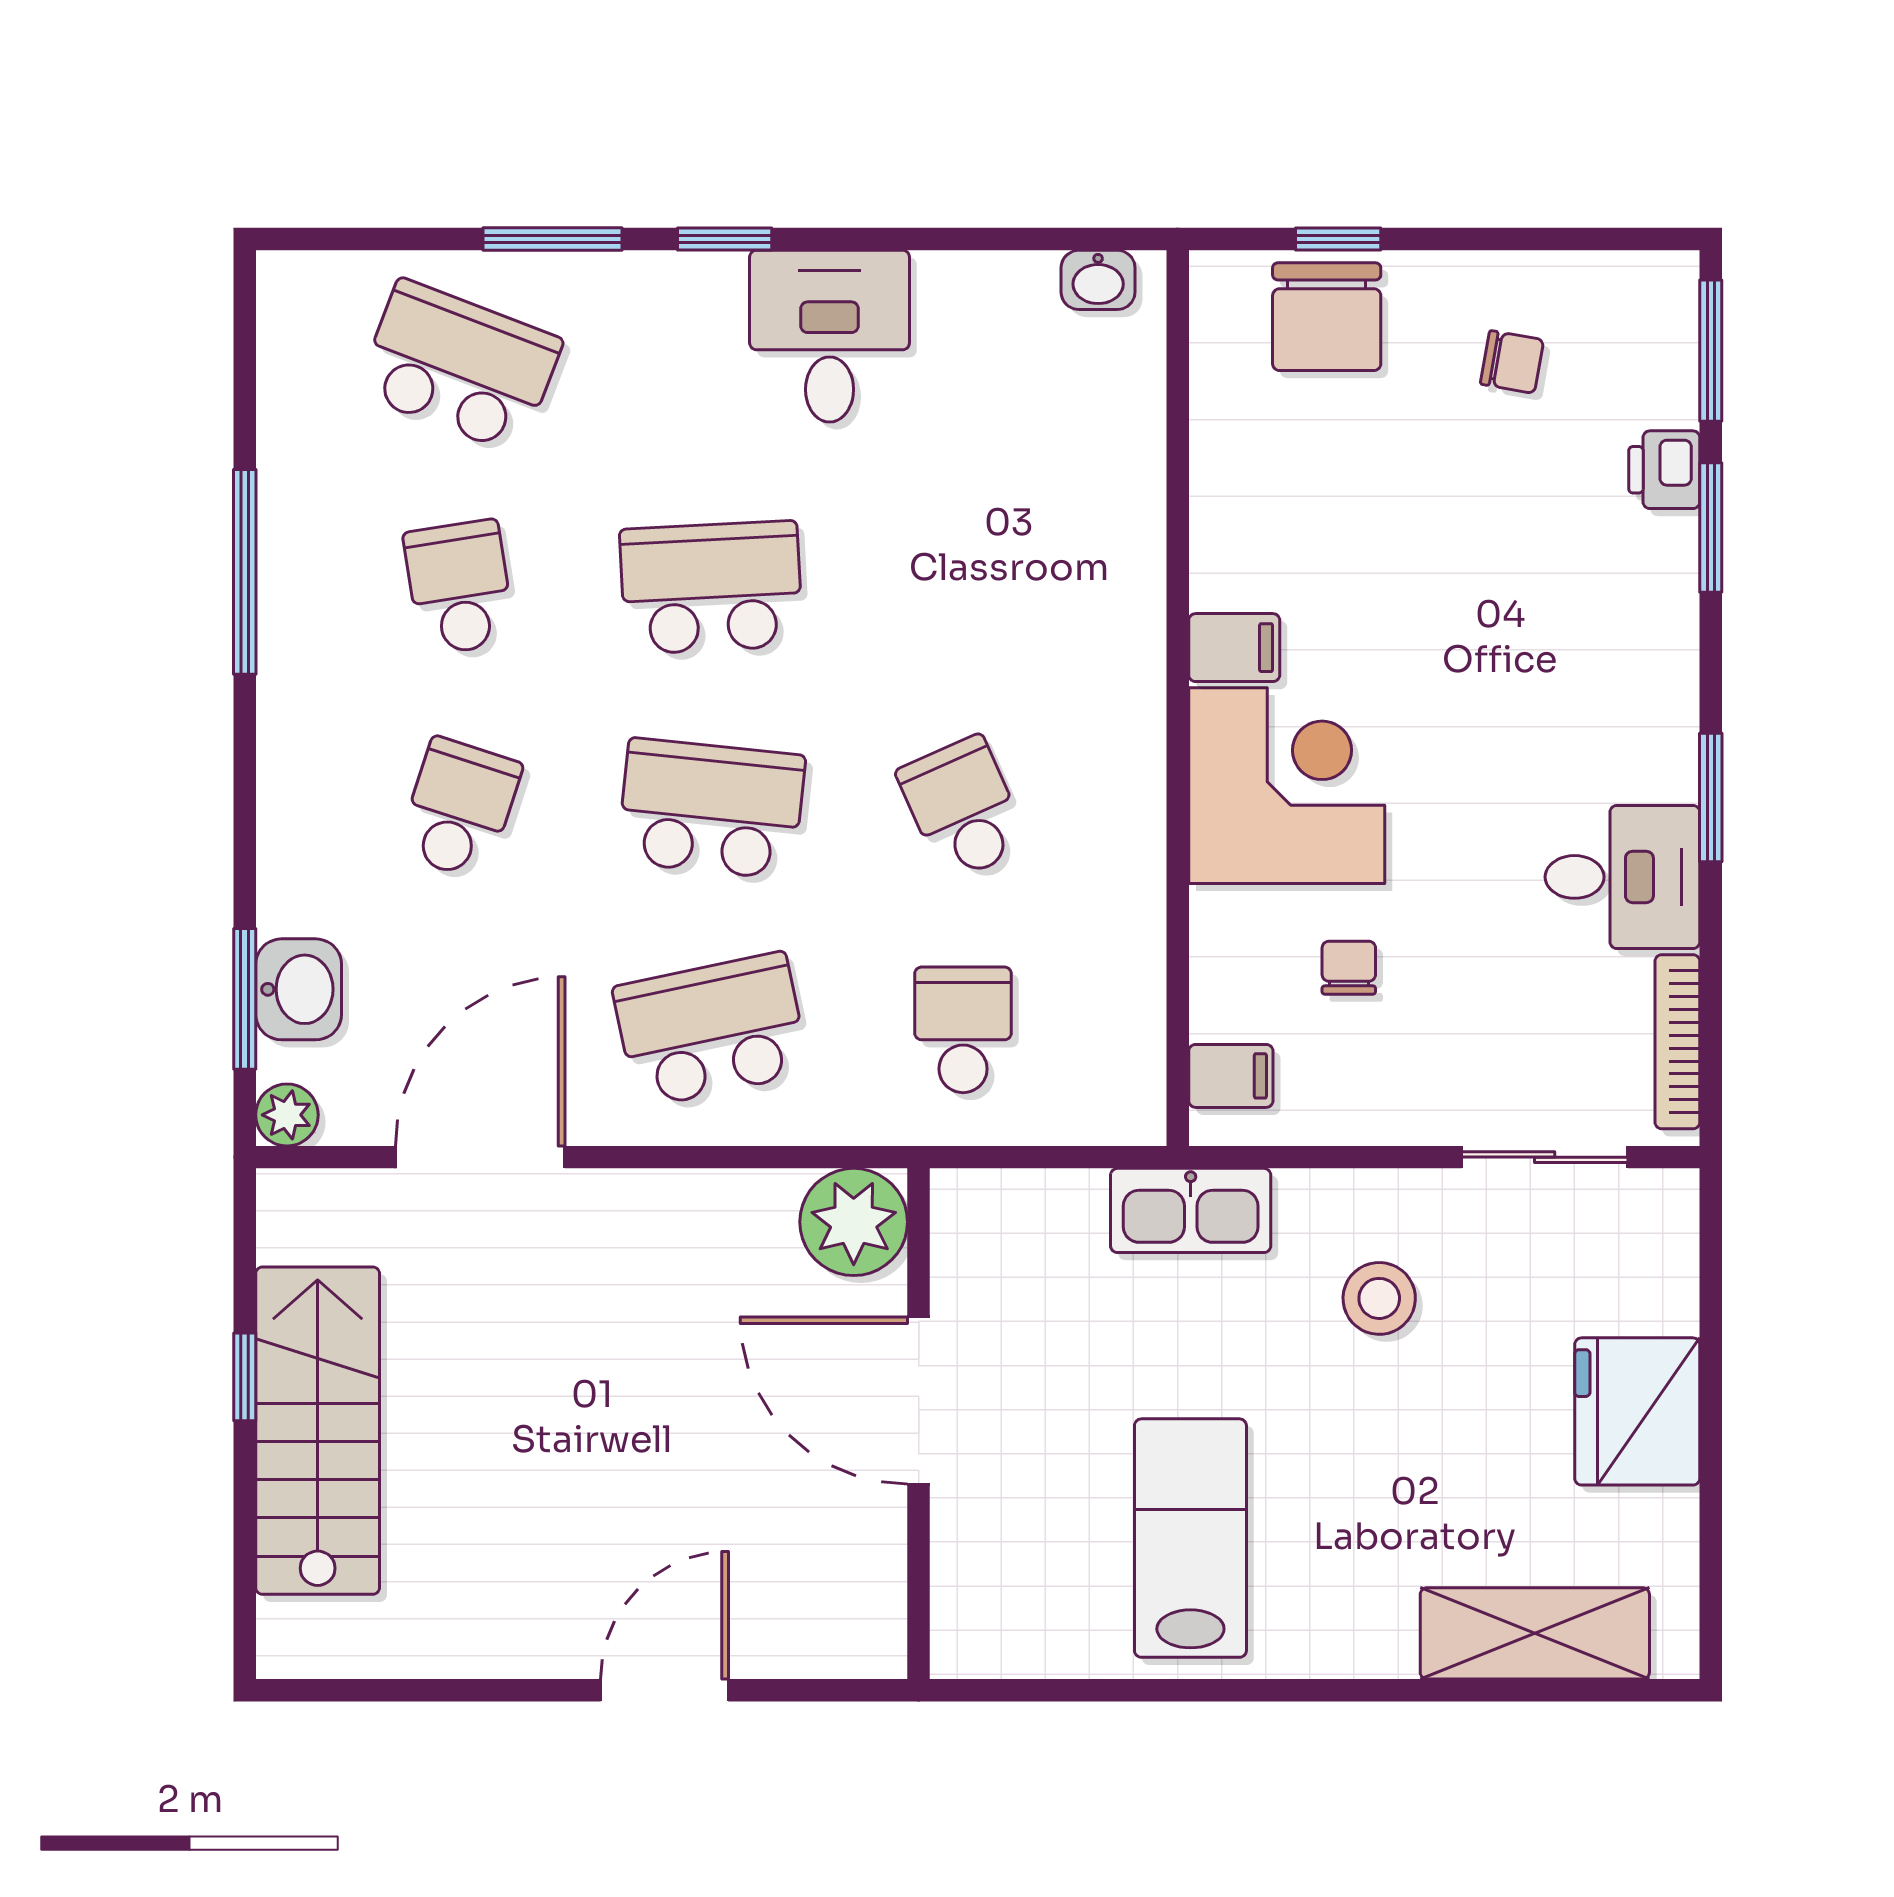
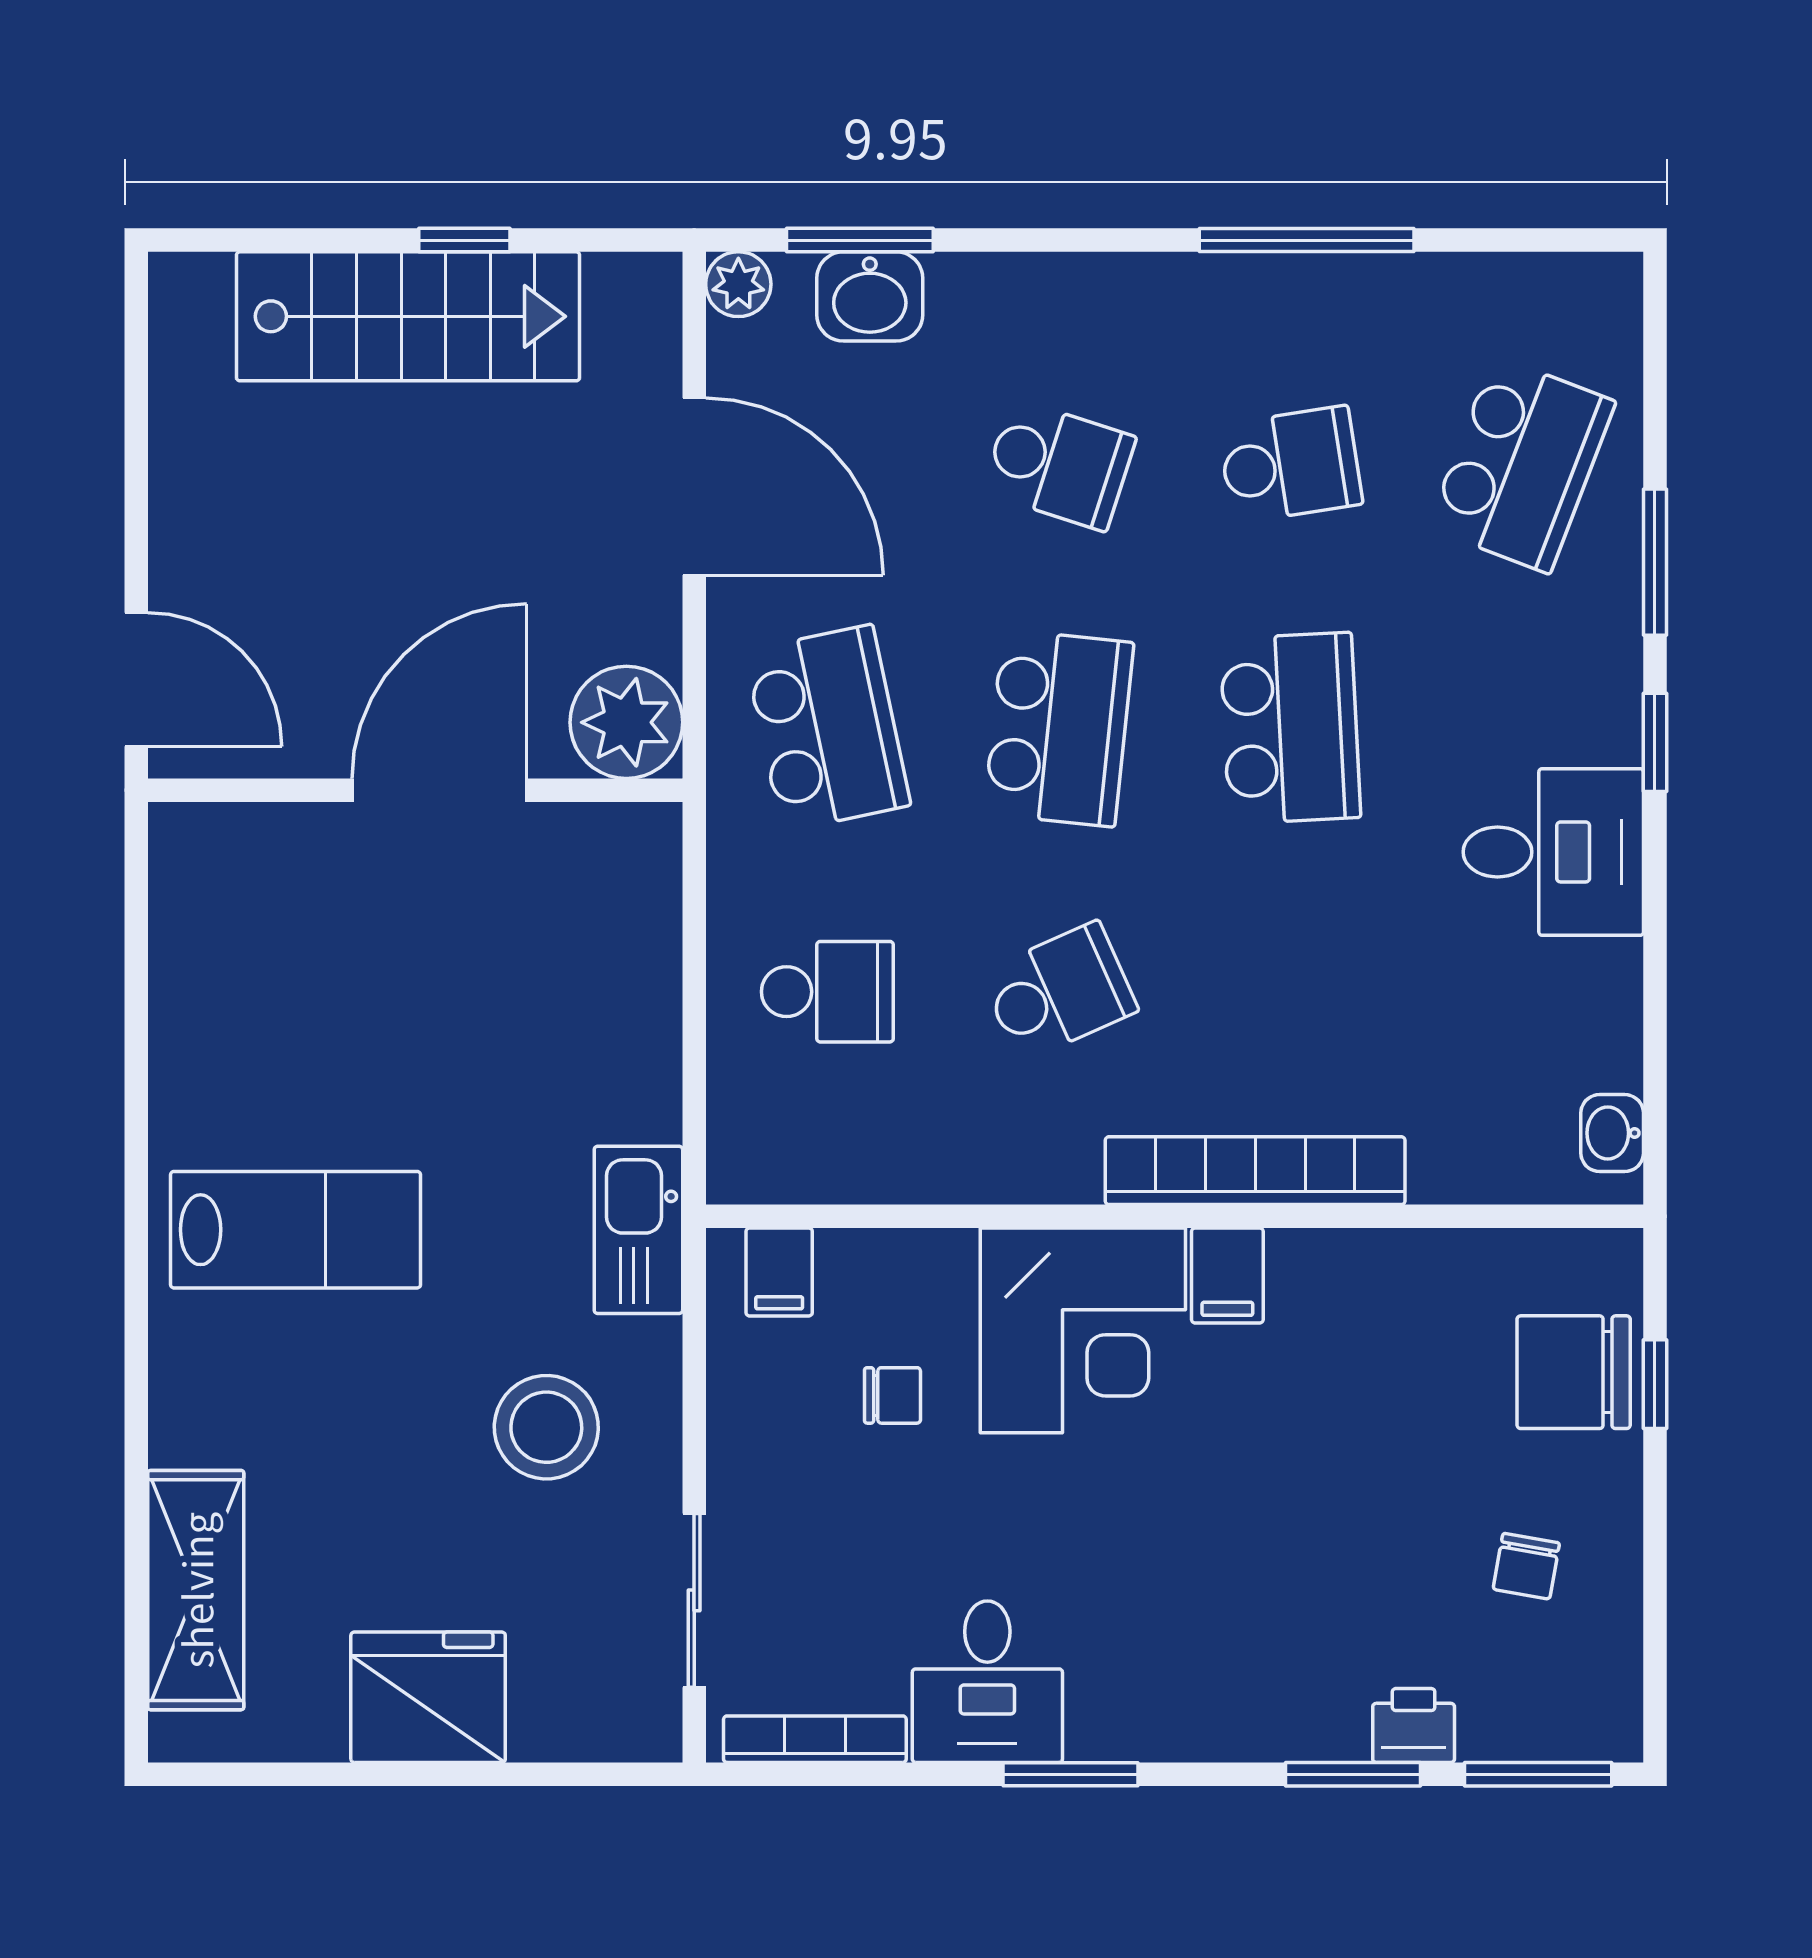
bookcase: (1134, 621) -> (1255, 1171), added
plant: (854, 1222) -> (626, 722), moved
stool: (1379, 1298) -> (546, 1427), width x1.38, depth x1.38
door: (919, 1400) -> (440, 790), moved
wall: (919, 1424) -> (415, 790), moved

